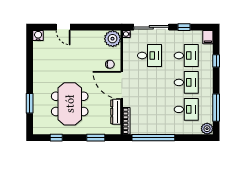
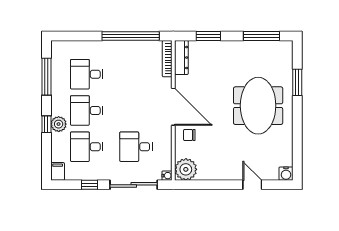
window: (216, 61) -> (46, 124), moved
meeting table: (70, 104) -> (258, 106), moved
dresser: (116, 112) -> (181, 58), moved
plant: (207, 129) -> (59, 124), moved
window: (56, 138) -> (261, 36), width x2.17

